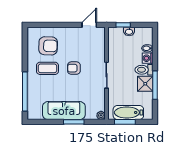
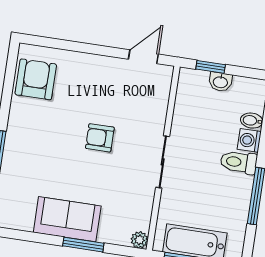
armchair: (48, 46) -> (36, 79), moved, turned -92
coffee table: (47, 68) -> (47, 130), removed
shower: (145, 84) -> (237, 190), removed
sofa: (64, 111) -> (67, 219), width x0.73

